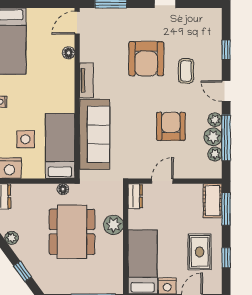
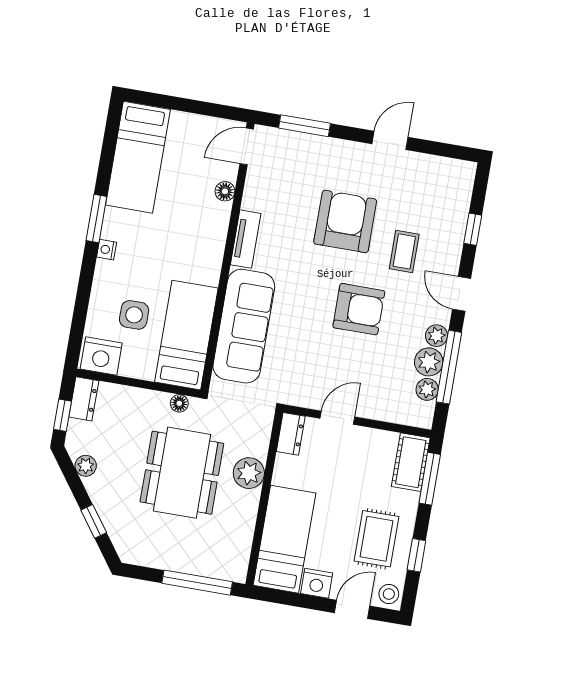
armchair: (146, 59) -> (345, 221), turned 180
armchair: (171, 126) -> (359, 309), moved, turned 90
stool: (213, 285) -> (389, 594), added

